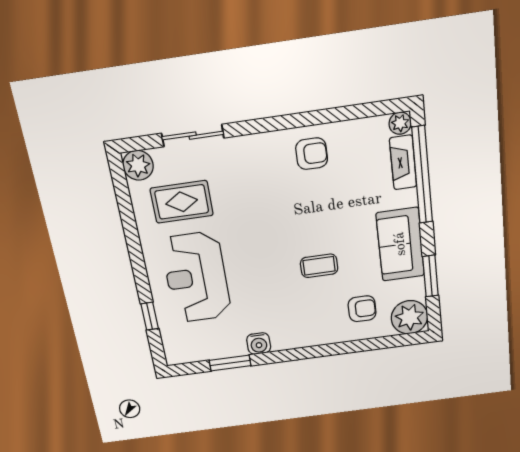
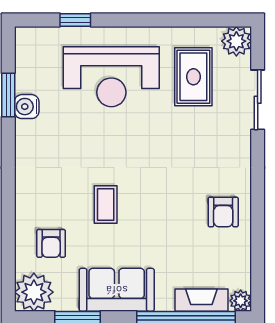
reception desk: (196, 277) -> (111, 77), turned 180
water cooler: (259, 344) -> (27, 107), moved

